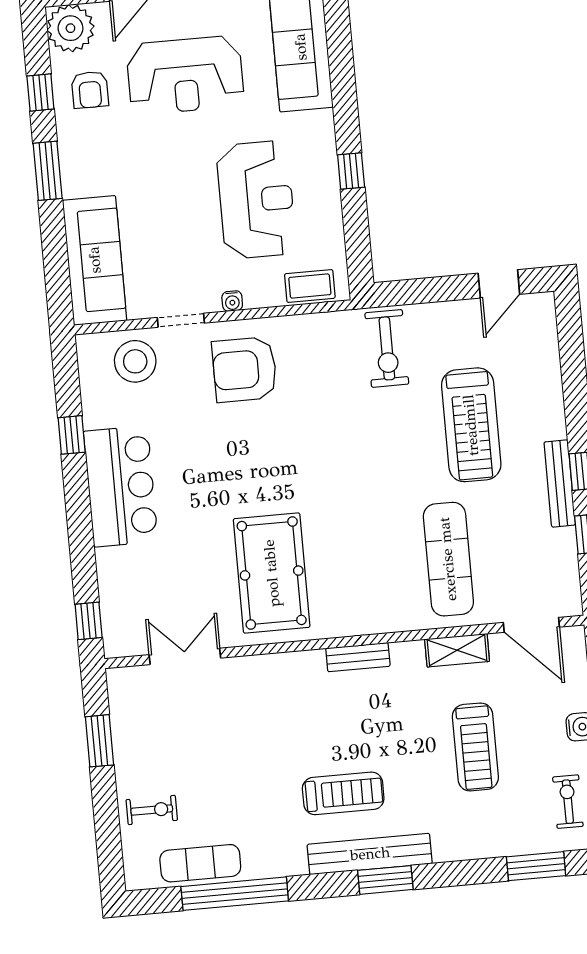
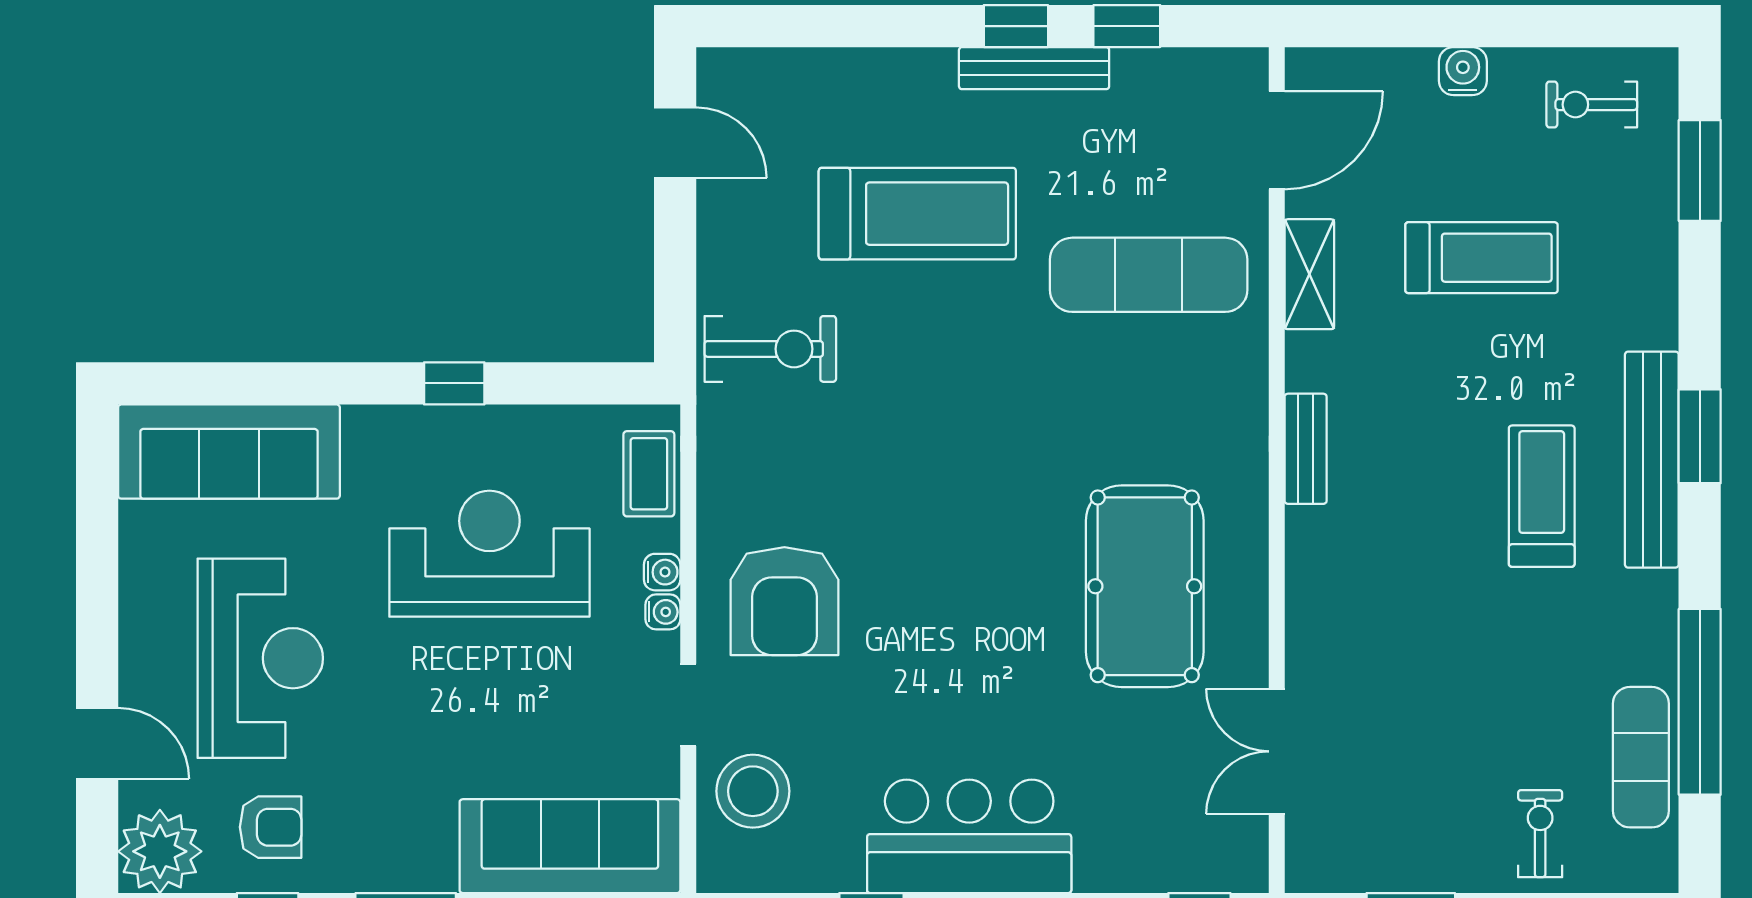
water cooler: (255, 299) -> (662, 572), added
pool table: (272, 573) -> (1145, 586), turned 90

